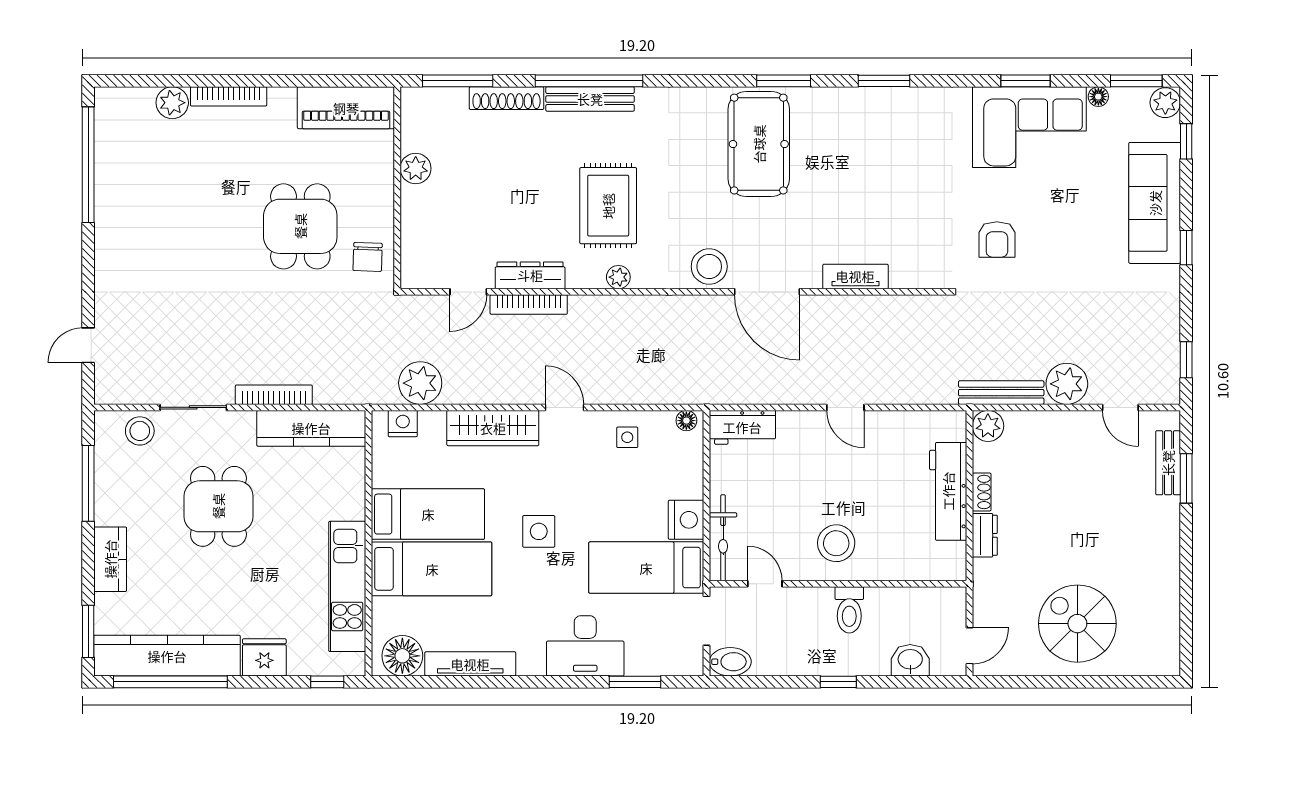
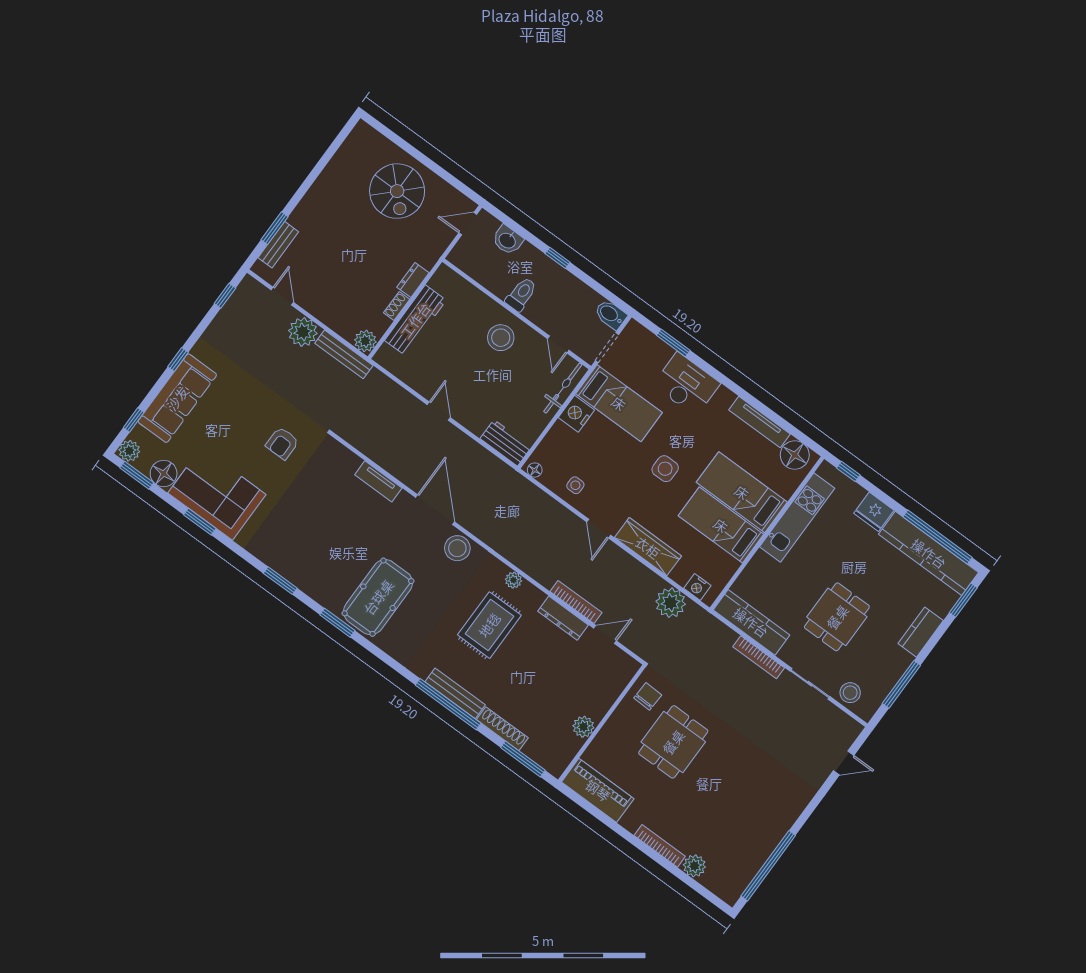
floor lamp: (1098, 97) -> (164, 473), width x1.89, depth x1.89
armchair: (997, 239) -> (282, 443), turned 180

